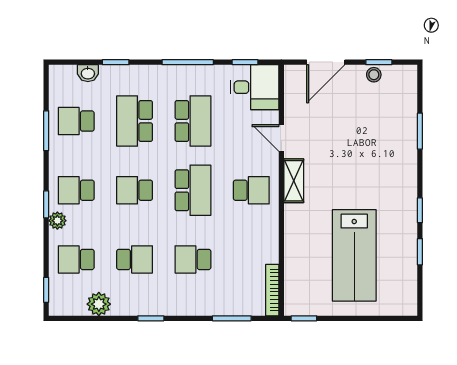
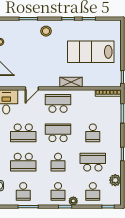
school desk: (193, 121) -> (23, 133), turned 180
stool: (395, 166) -> (46, 31), added
shelving: (294, 181) -> (71, 82), moved
school desk: (251, 190) -> (58, 103), width x1.85
lab bench: (354, 255) -> (91, 52), turned 180
school desk: (135, 259) -> (93, 162), width x1.85

